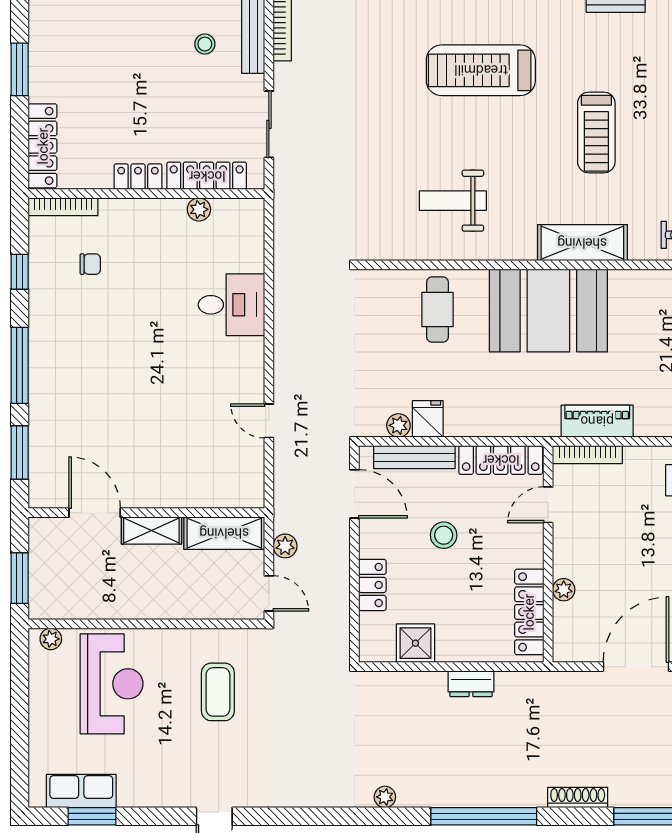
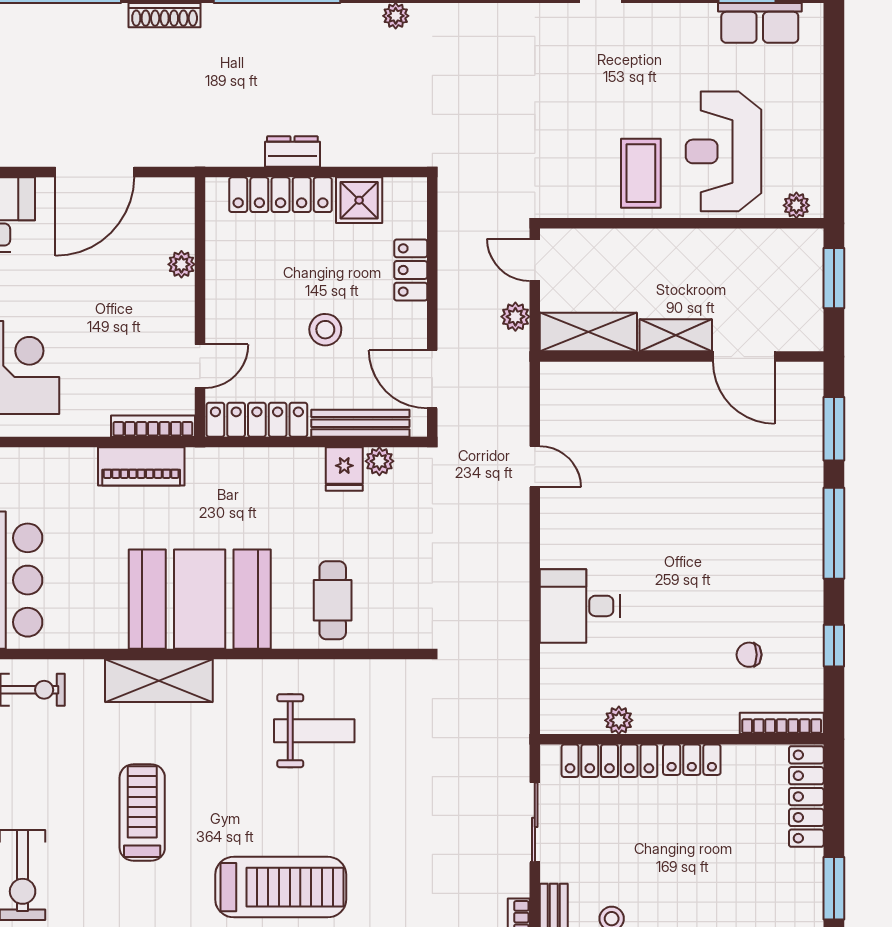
locker: (529, 612) -> (281, 195), moved, turned 90
coffee table: (218, 692) -> (641, 173), moved

